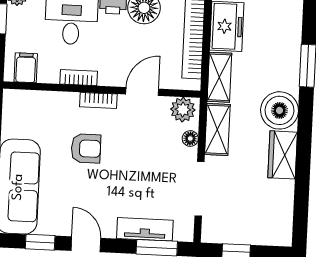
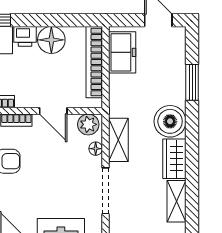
shelving: (219, 77) -> (177, 201), moved
door: (142, 92) -> (53, 111), swing flipped

